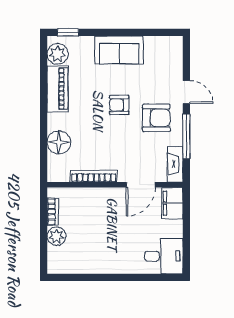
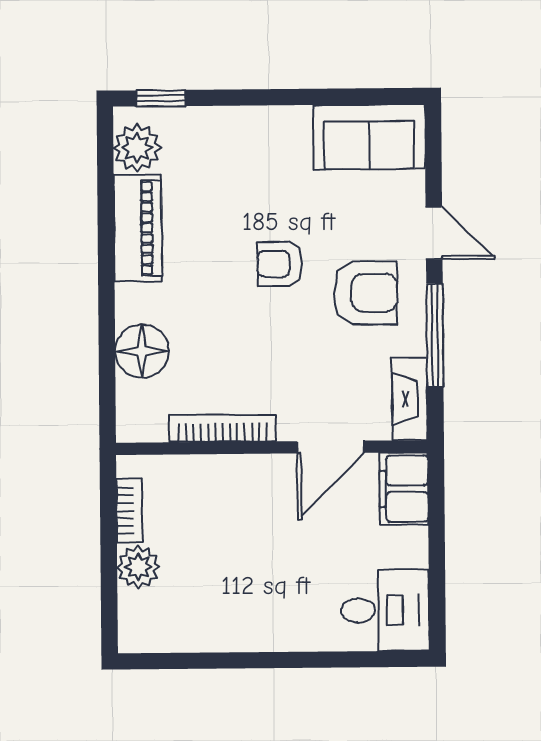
sofa: (119, 50) -> (369, 137), moved

